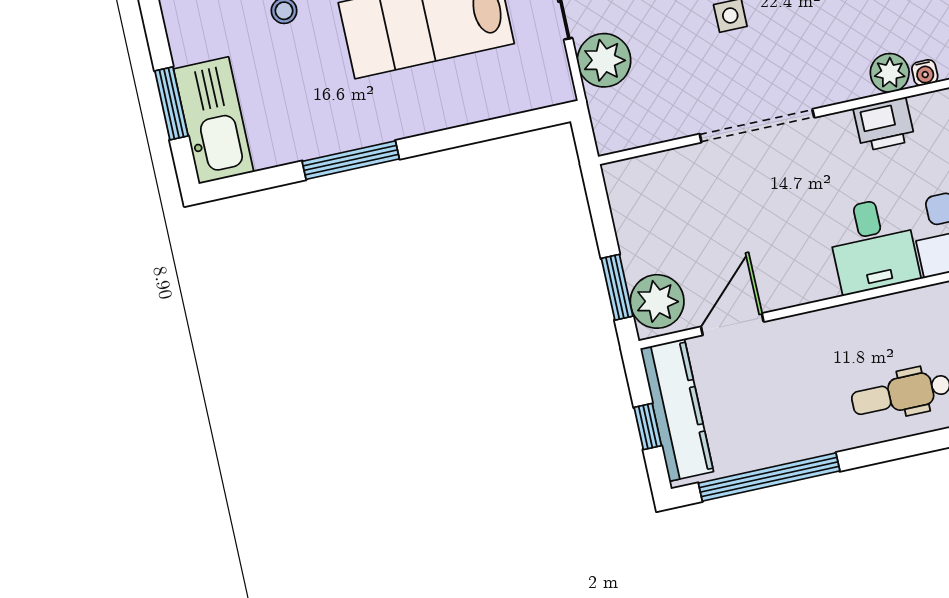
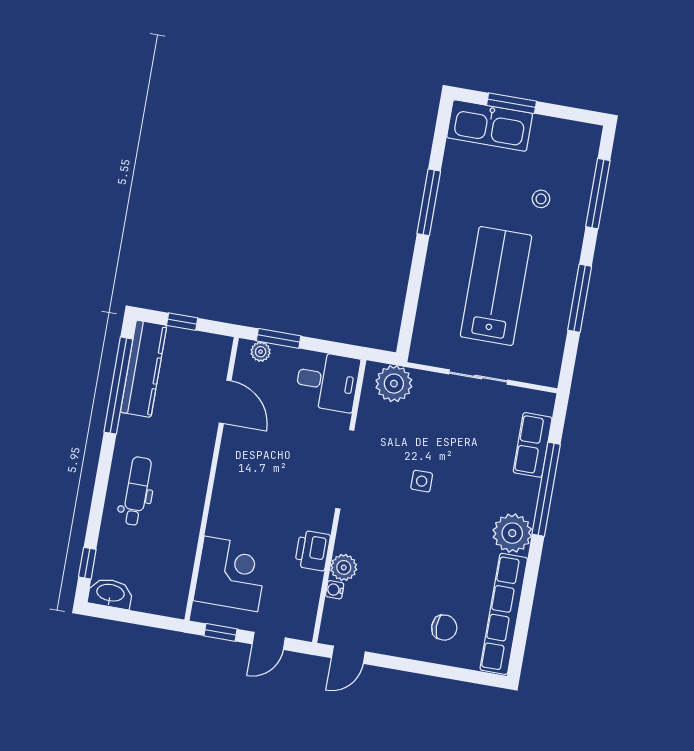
plant: (604, 60) -> (394, 384), moved
desk: (873, 245) -> (327, 381), moved, turned 180
plant: (657, 301) -> (261, 352), width x0.53, depth x0.53
kitchen counter: (677, 410) -> (144, 369), moved, turned -90

